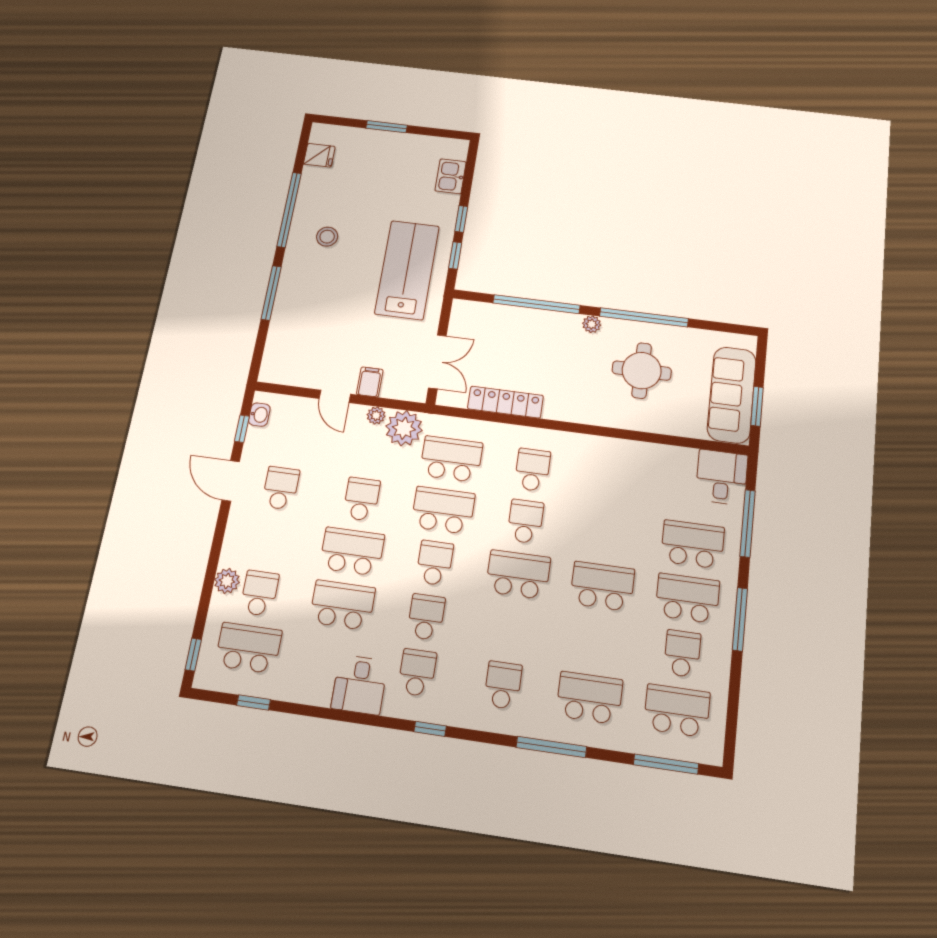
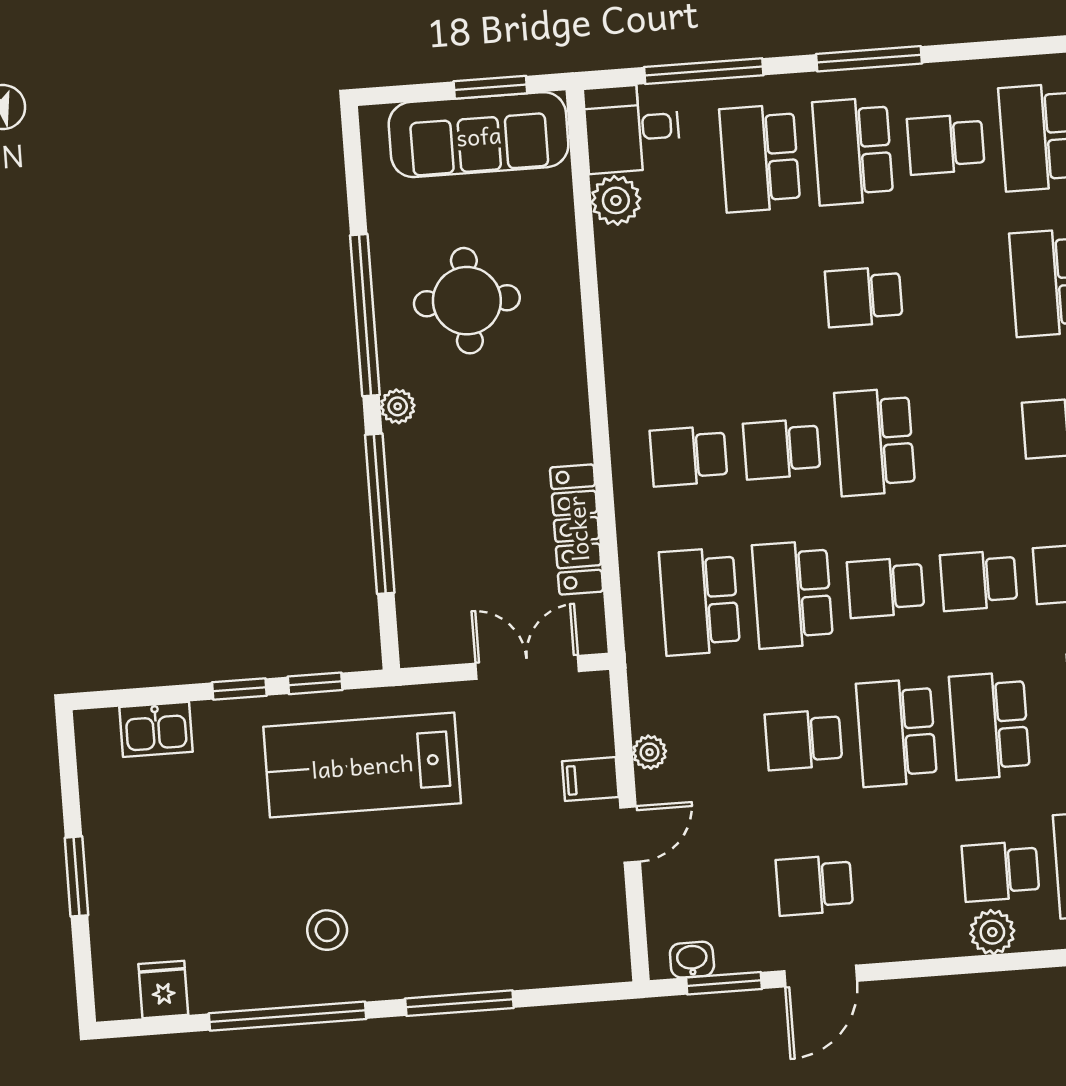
plant: (404, 428) -> (616, 200), moved, width x0.73, depth x0.73
window: (242, 429) -> (724, 983), width x1.50
school desk: (602, 586) -> (864, 297), width x0.54

